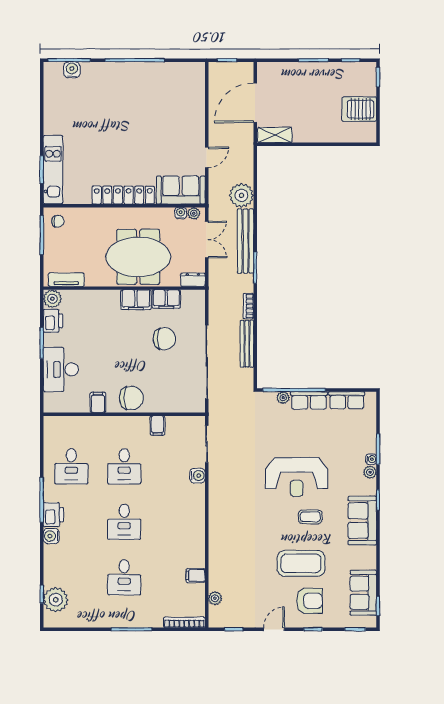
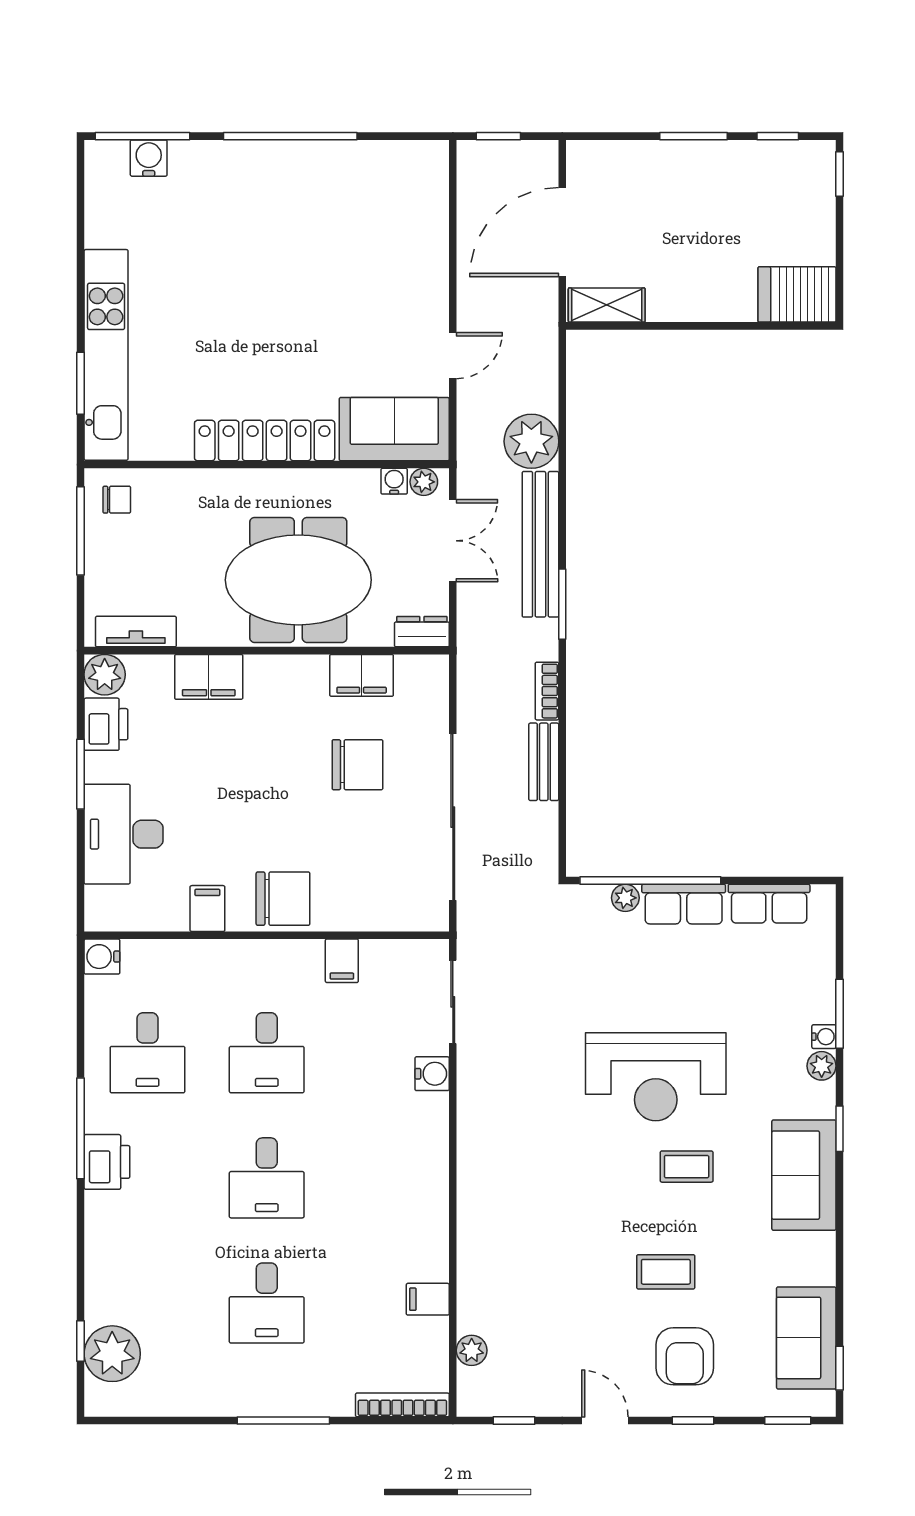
server rack: (359, 109) -> (797, 294), moved
kitchen unit: (53, 170) -> (106, 355), width x1.36
filing cabinet: (136, 300) -> (209, 677), moved
bench: (247, 344) -> (544, 762), width x0.73
water cooler: (51, 536) -> (102, 957), moved
coffee table: (301, 563) -> (666, 1272), width x0.54, depth x0.58
armchair: (309, 601) -> (685, 1356), turned 90
door: (274, 629) -> (605, 1421), hinge flipped

